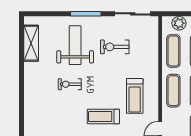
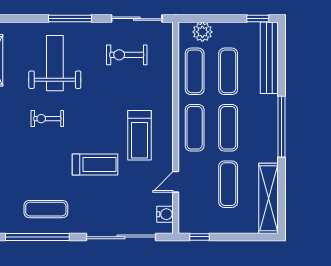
exercise bike: (115, 47) -> (127, 55), moved
treadmill: (103, 117) -> (95, 164), turned 180

